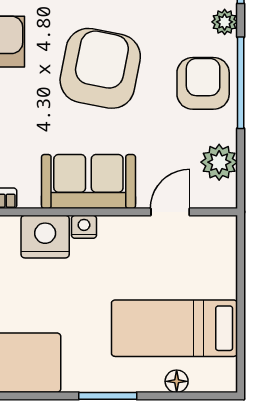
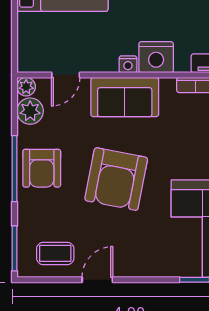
plant: (225, 22) -> (26, 87), moved

